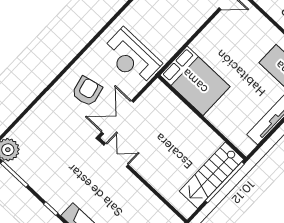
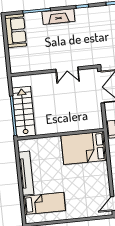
double door: (116, 155) -> (67, 70), moved

